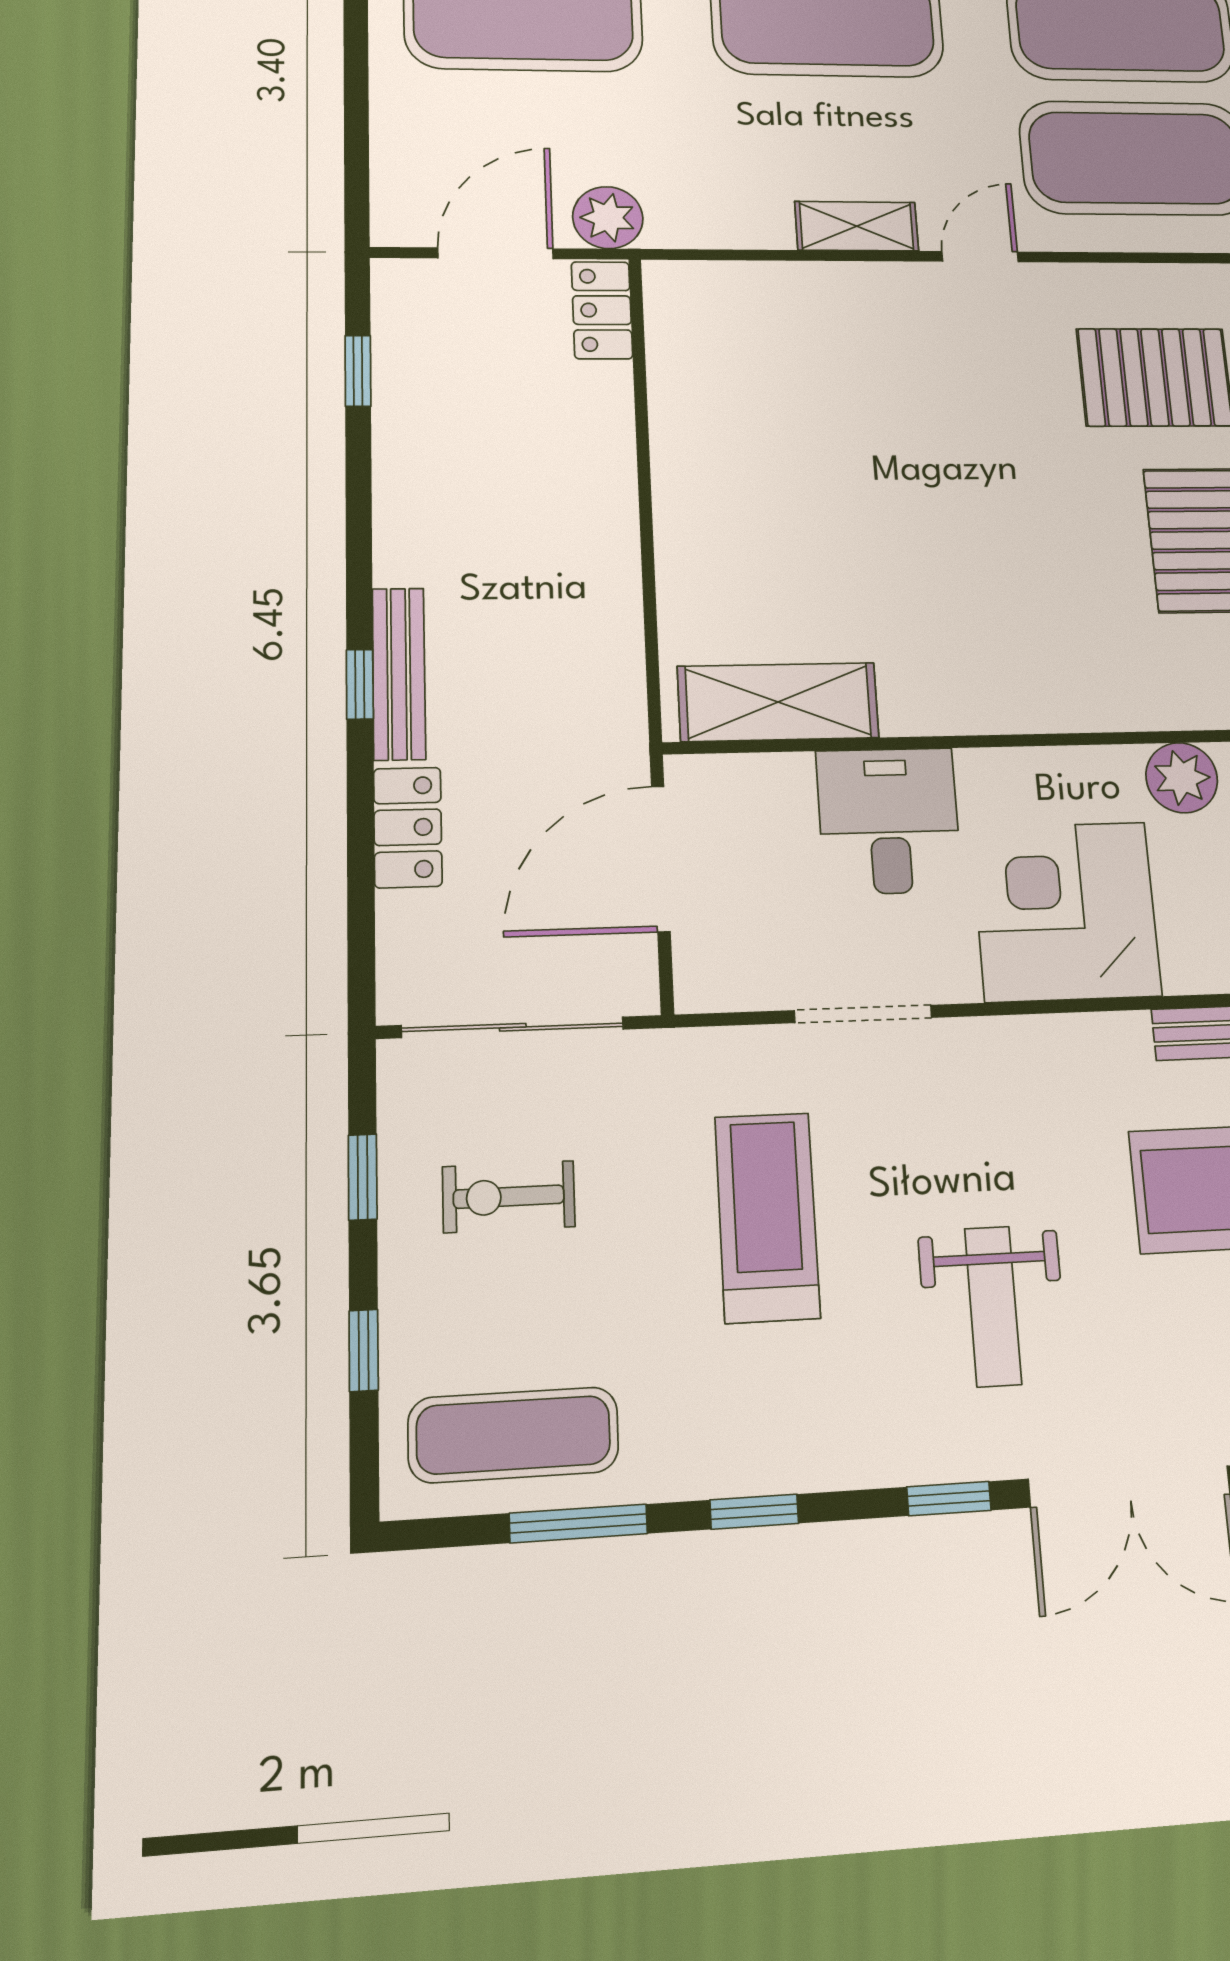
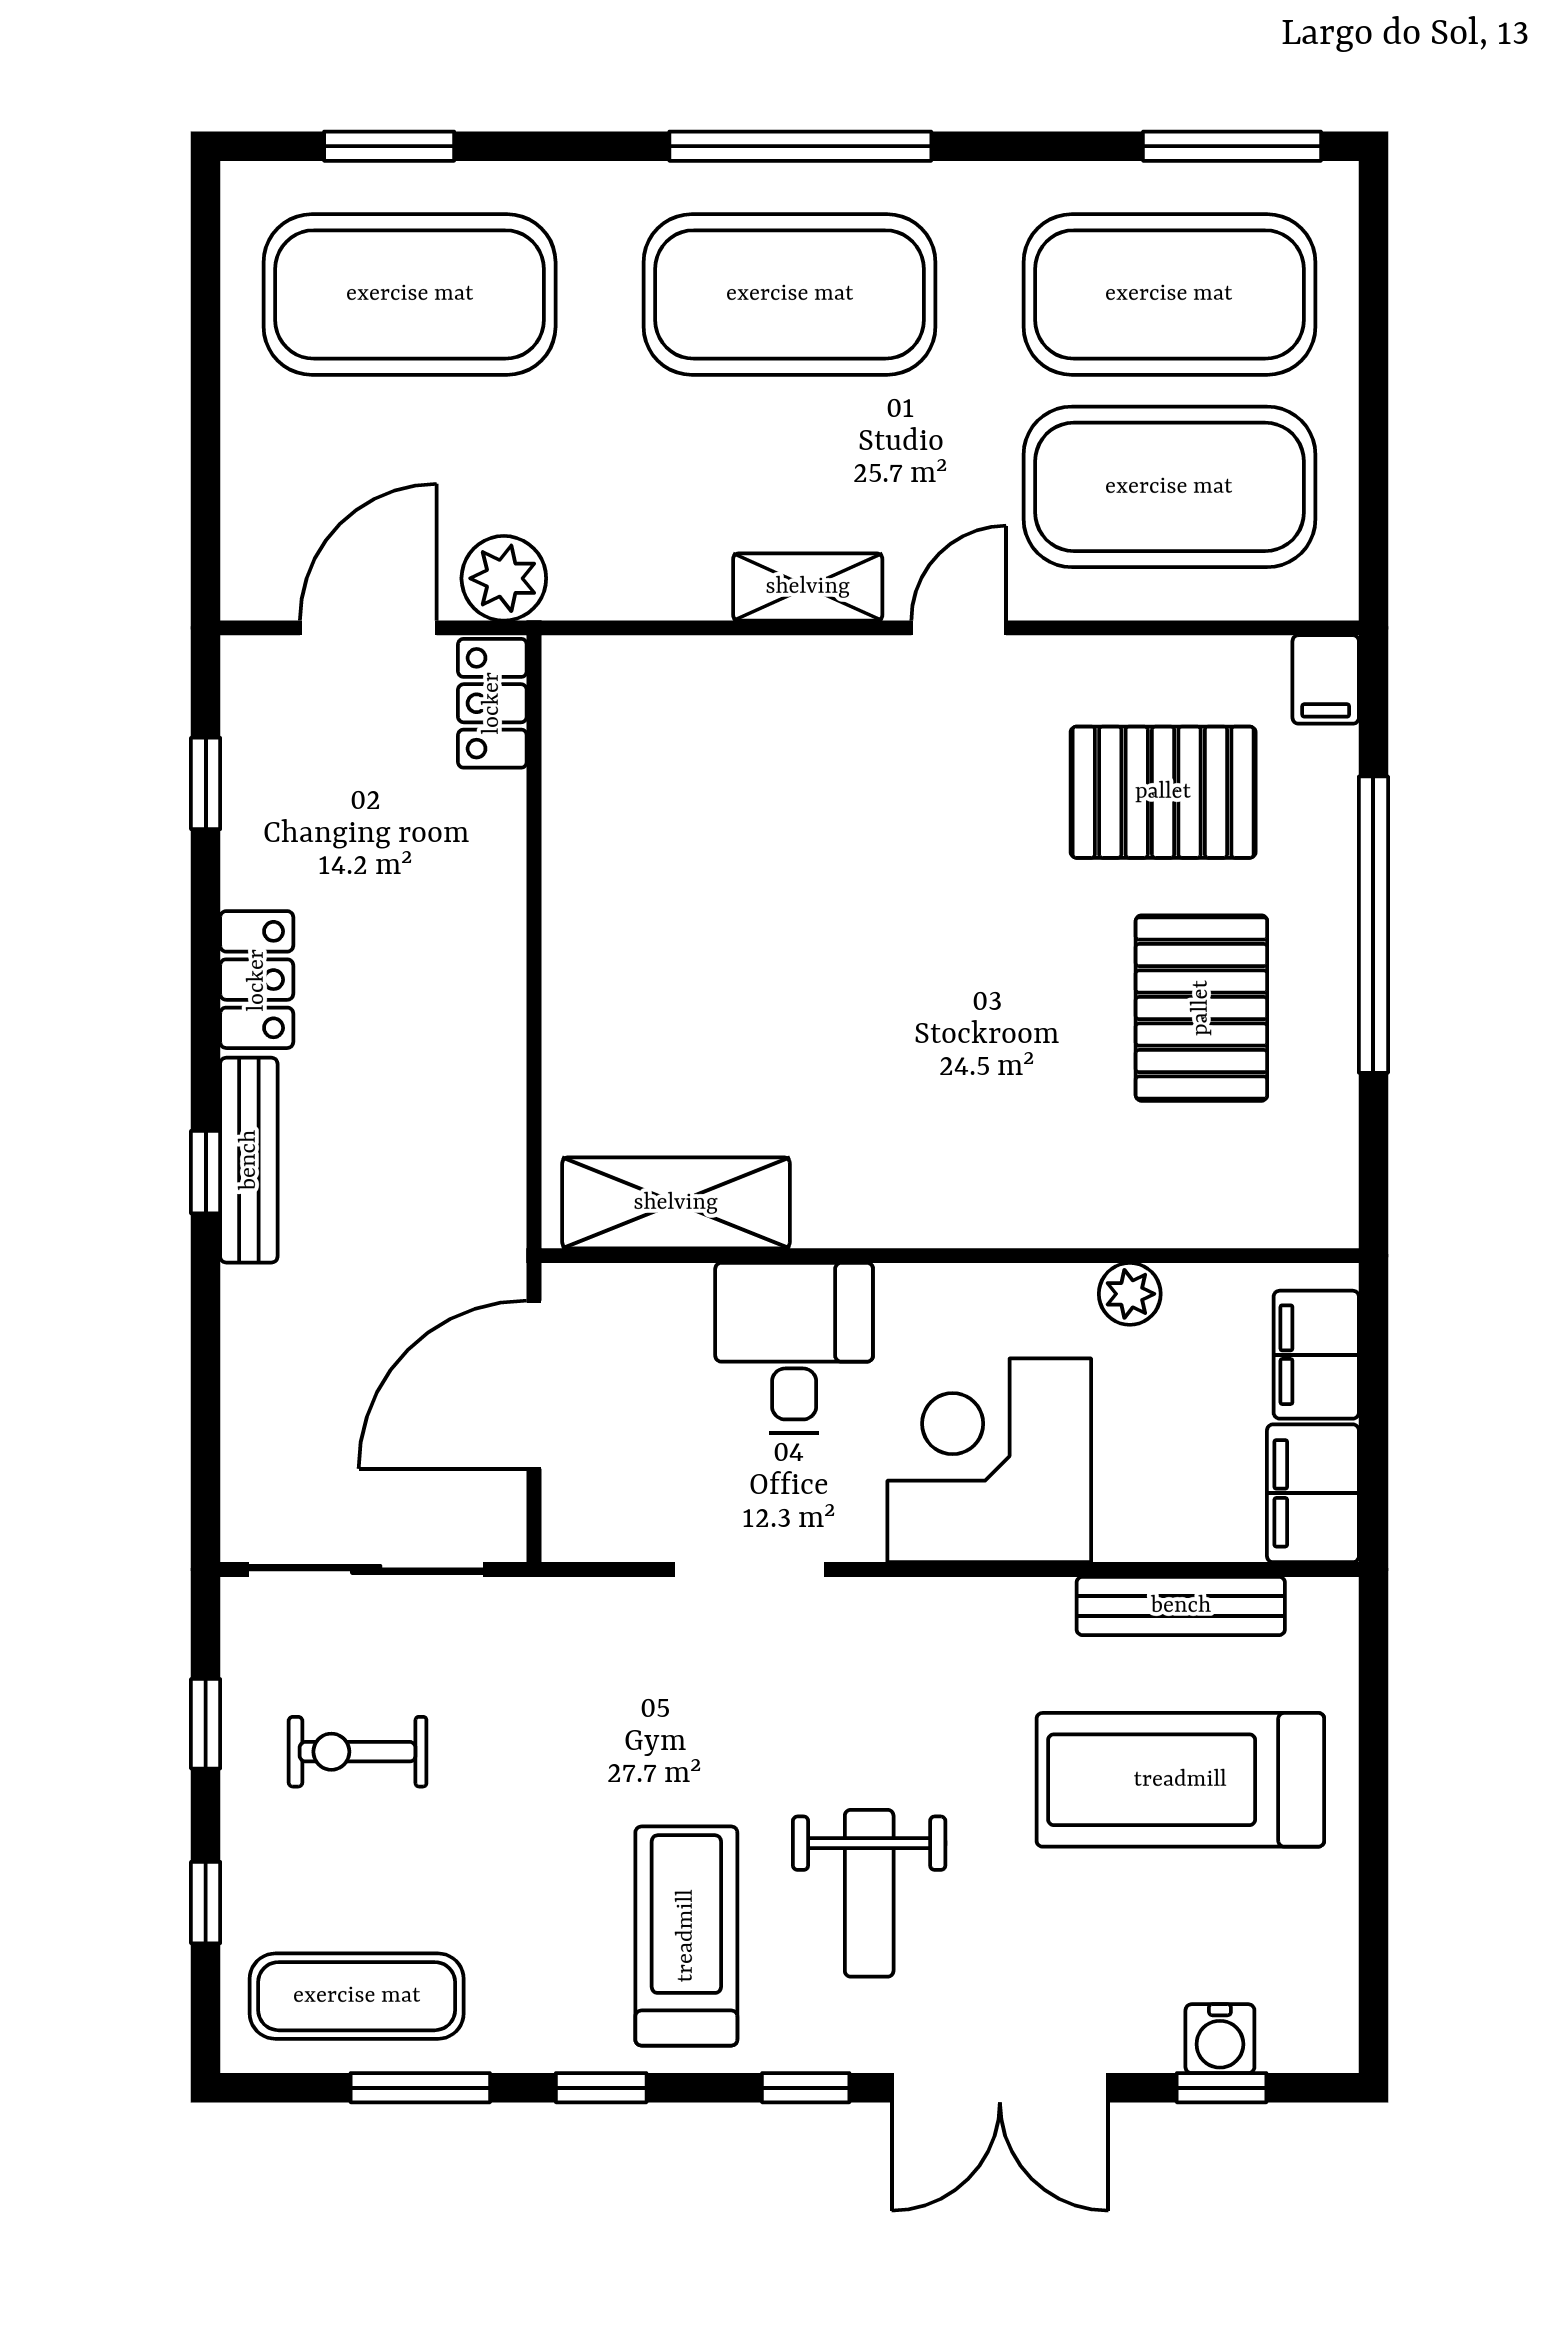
plant: (1182, 778) -> (1130, 1294), width x0.73, depth x0.73
locker: (408, 827) -> (257, 980), moved
treadmill: (767, 1217) -> (686, 1936), moved

